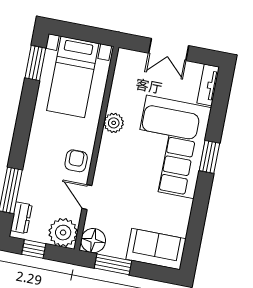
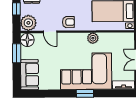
door: (87, 197) -> (50, 32), swing flipped

